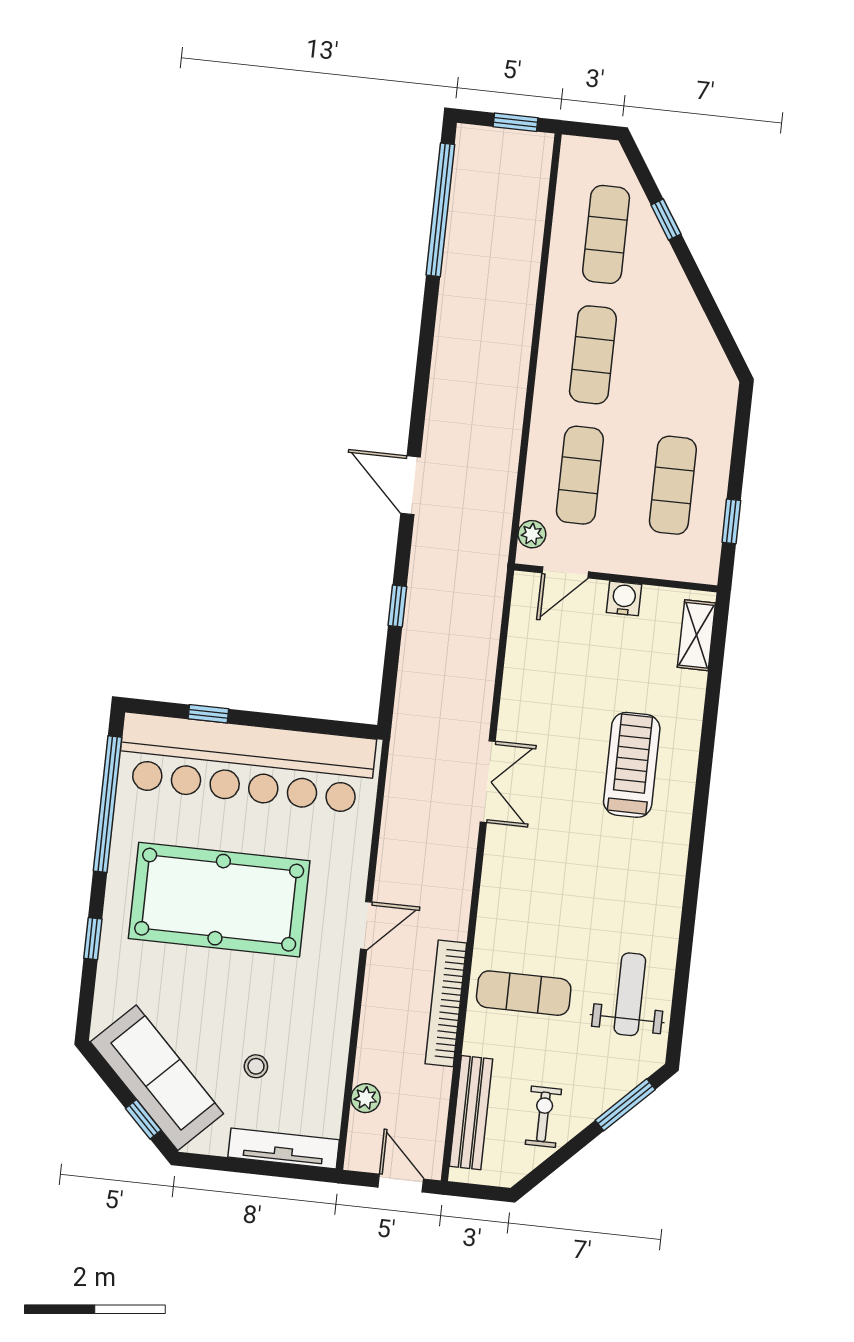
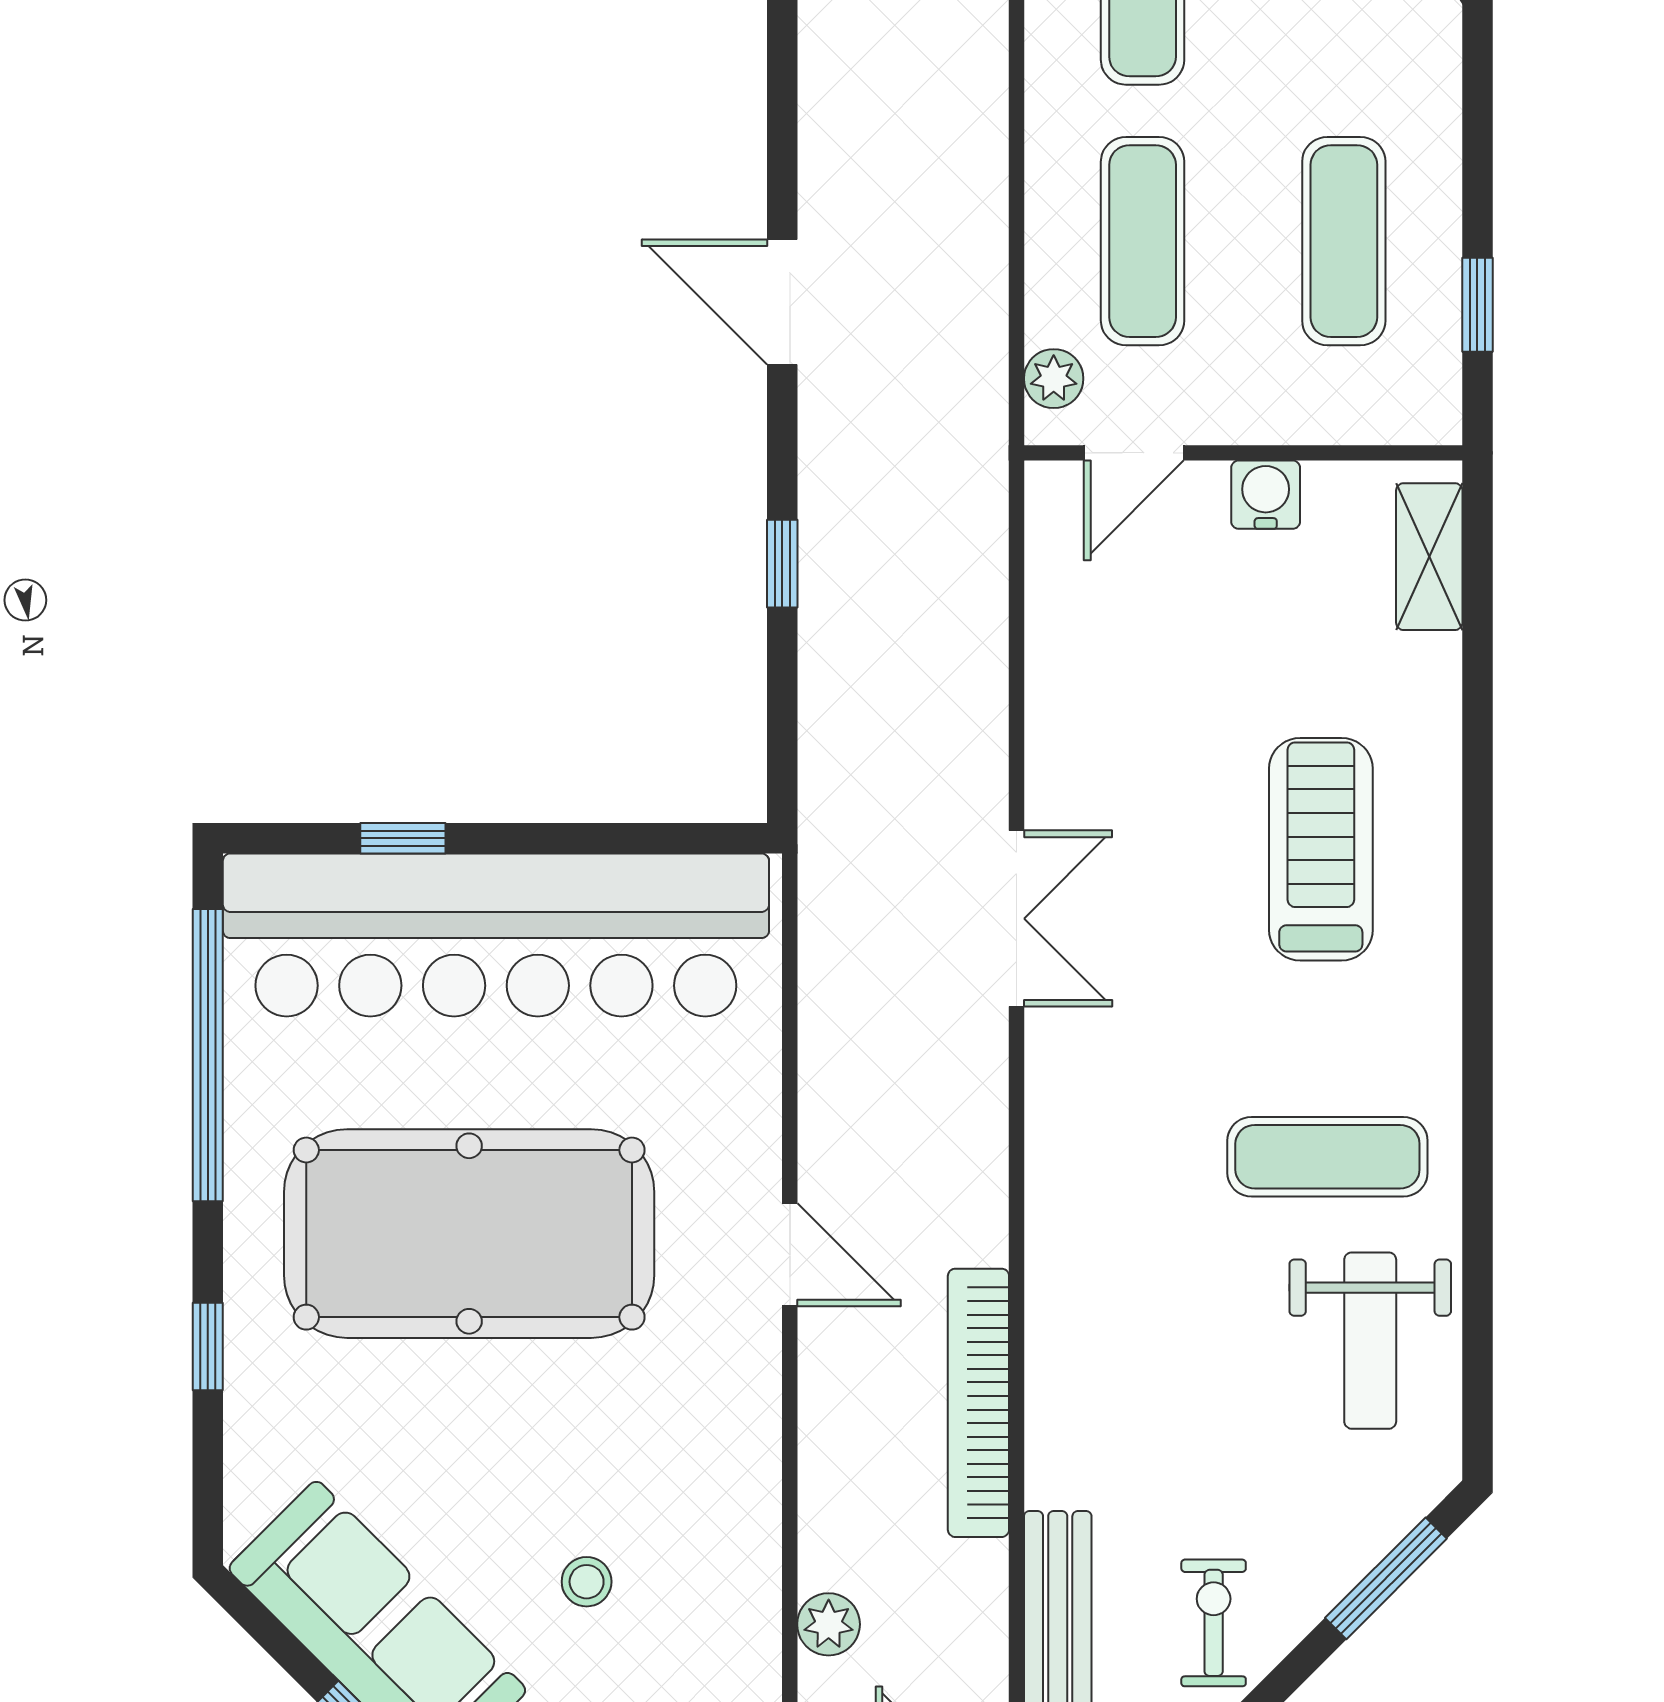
door: (366, 926) -> (790, 1255), hinge flipped
exercise mat: (524, 993) -> (1327, 1157), moved
weight bench: (630, 994) -> (1370, 1341), turned 180

